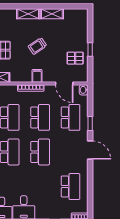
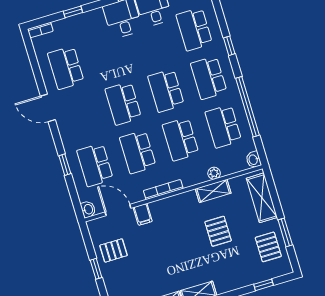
trolley: (37, 46) -> (172, 252), removed
filing cabinet: (37, 76) -> (143, 214), moved
door: (90, 150) -> (48, 108), moved

